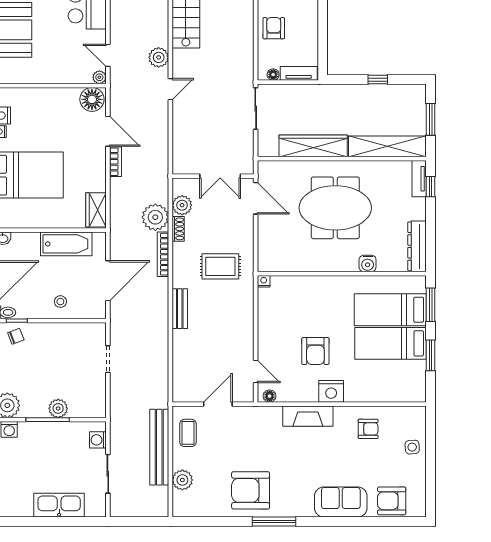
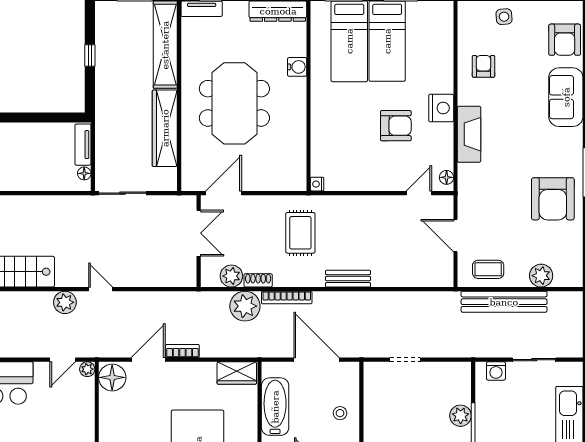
armchair: (274, 28) -> (32, 173), removed

